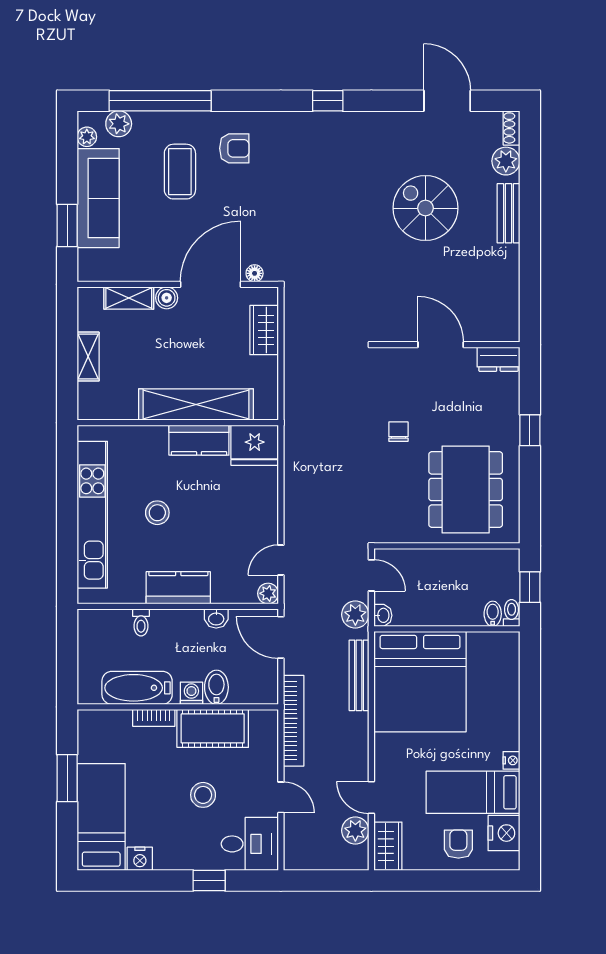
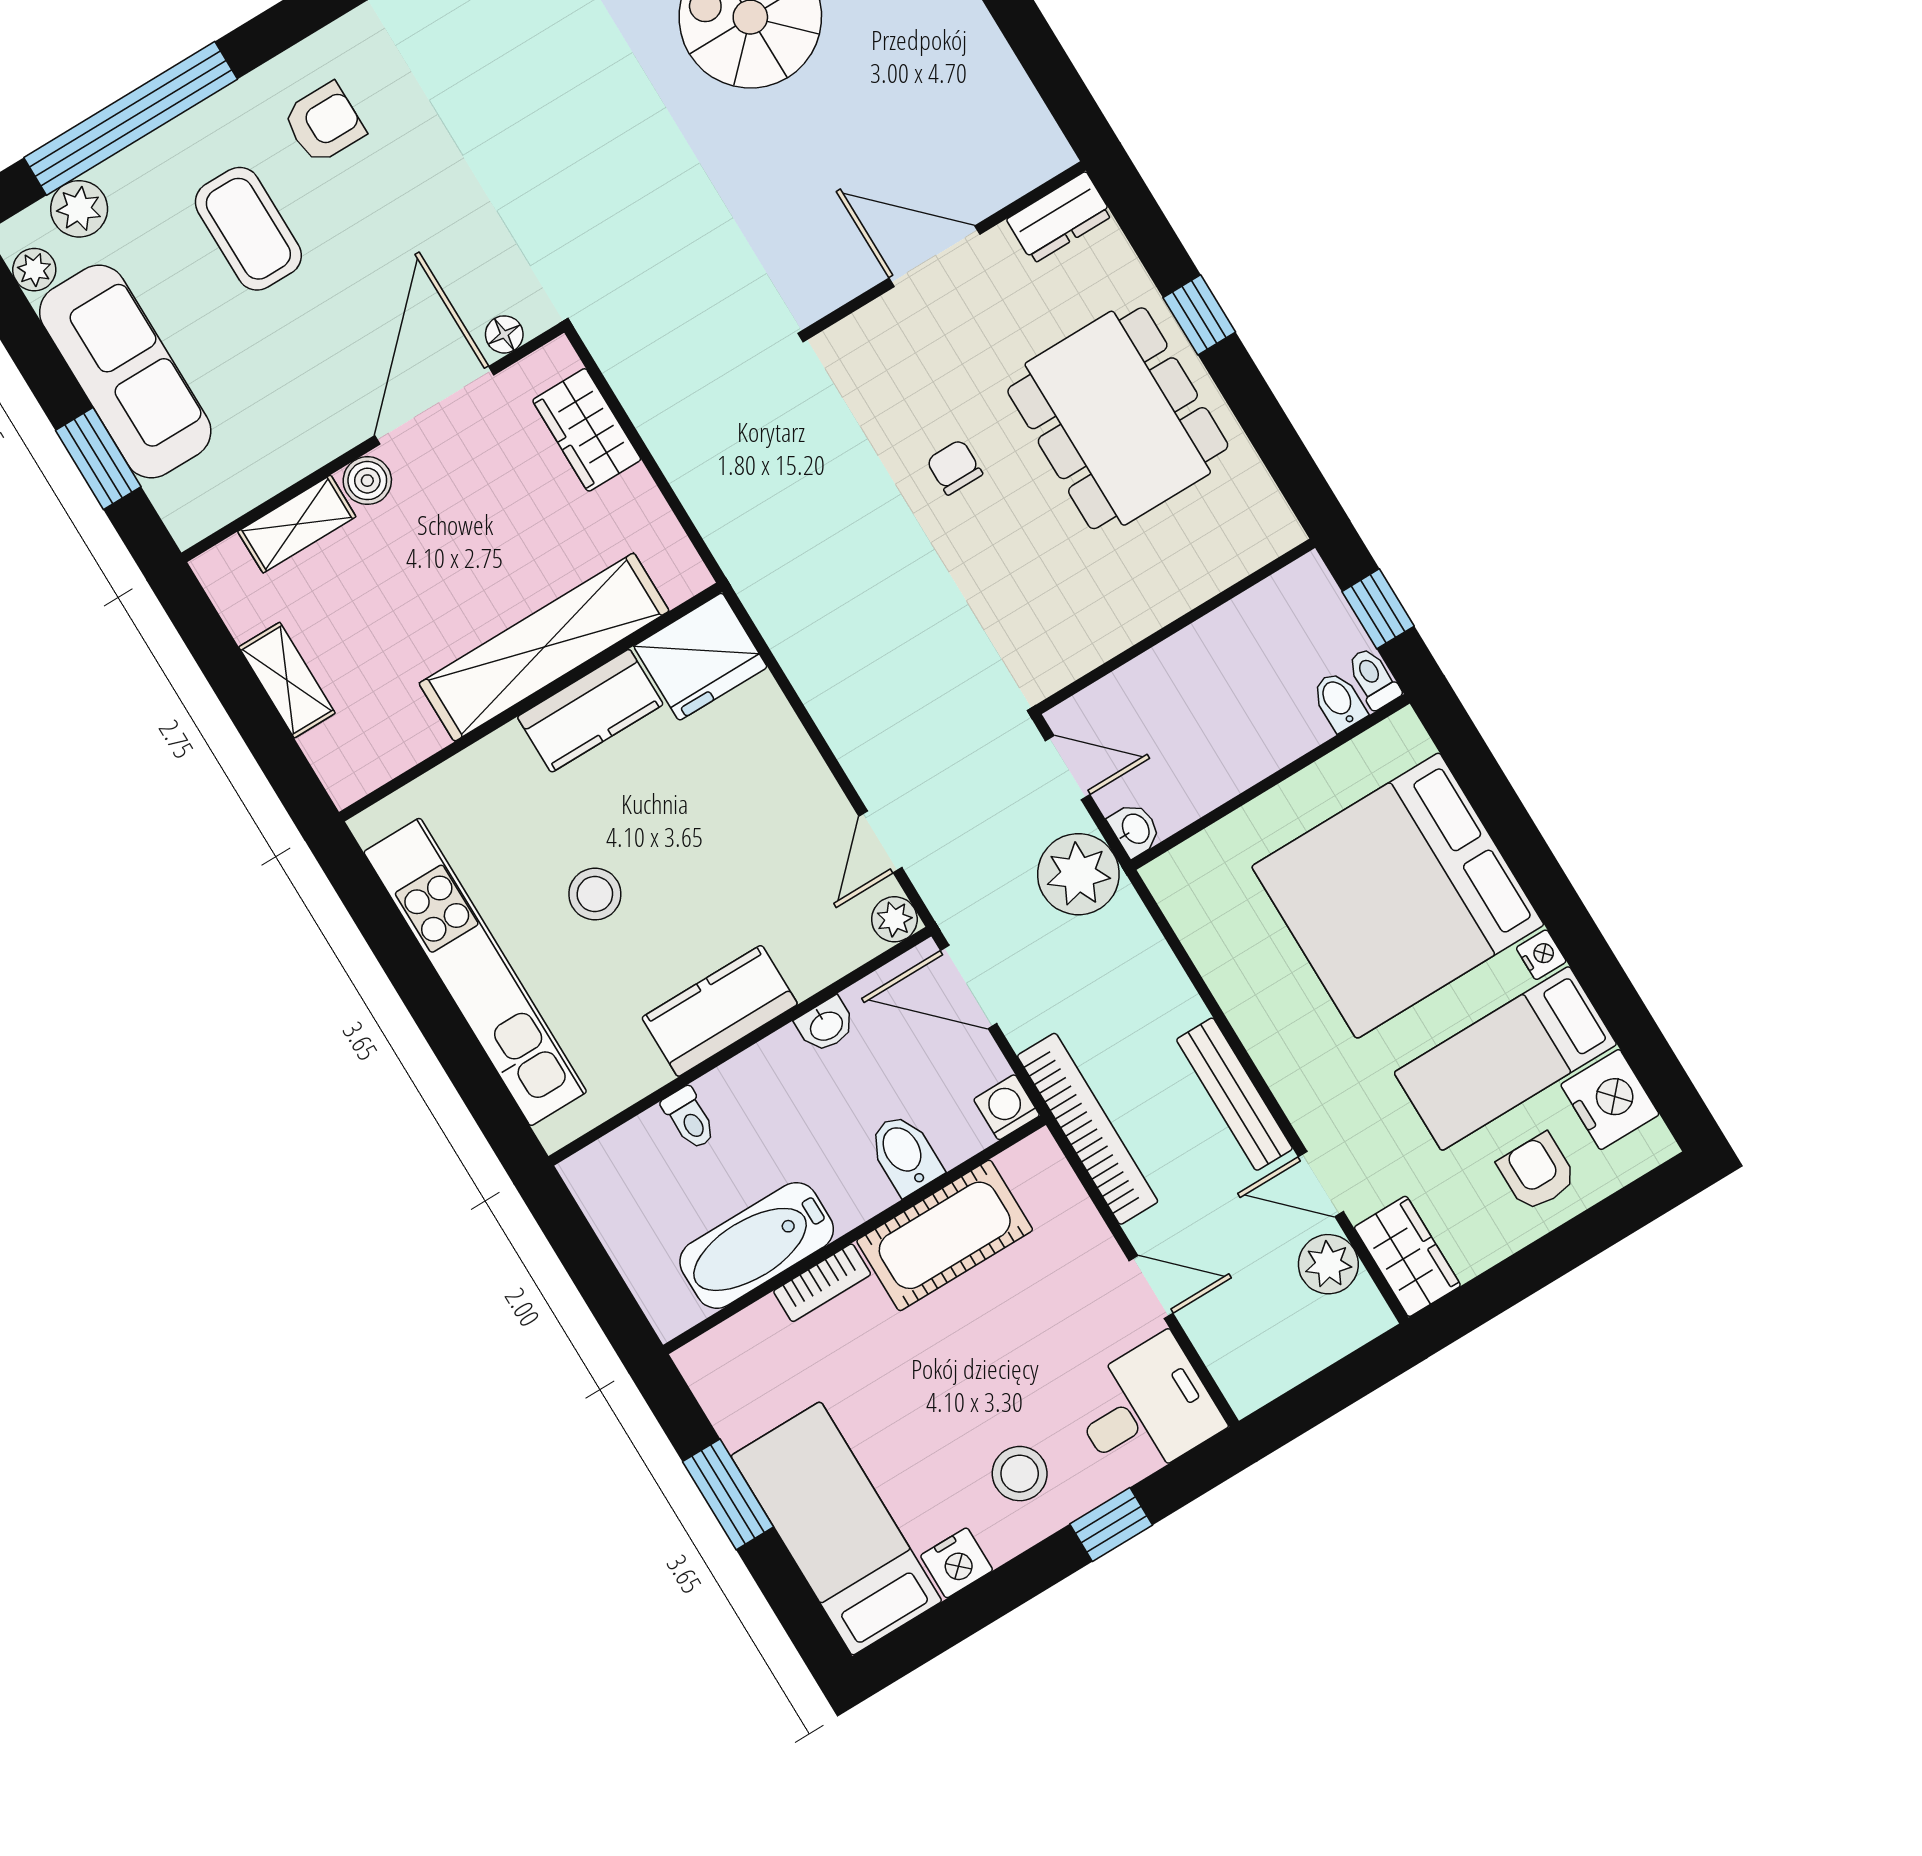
dining table: (466, 490) -> (1118, 418), moved
plant: (355, 615) -> (1078, 874), width x1.36, depth x1.36
bench: (359, 675) -> (1234, 1094), moved
bed: (420, 682) -> (1398, 896), moved, turned 90
washing machine: (191, 693) -> (1007, 1107), moved
stool: (203, 795) -> (1020, 1474), moved

